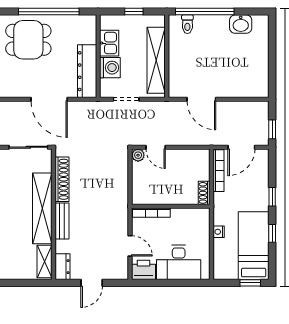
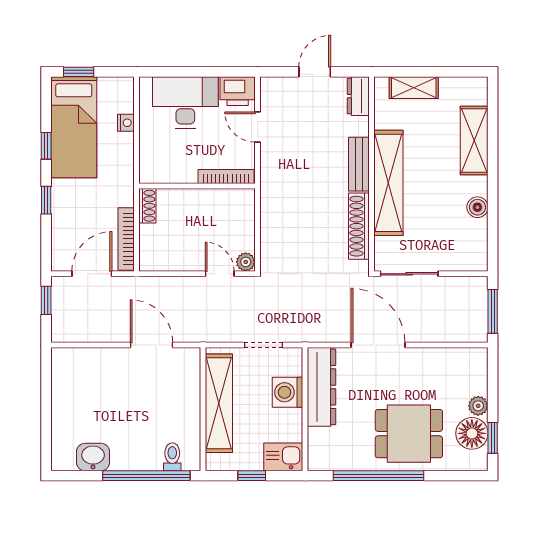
kitchen sink: (109, 43) -> (283, 457), moved, turned 90
nightstand: (219, 232) -> (126, 123), moved
shelving: (45, 261) -> (414, 88), moved, turned 90

